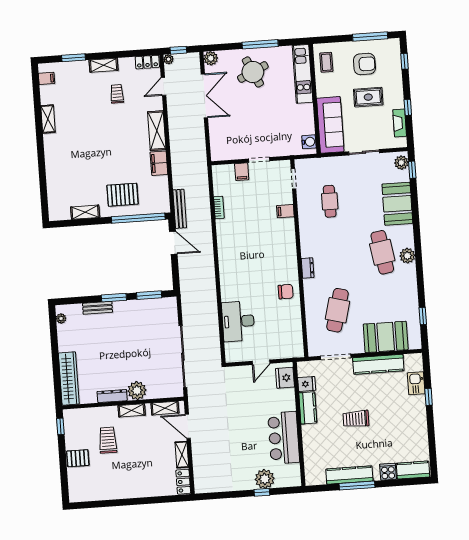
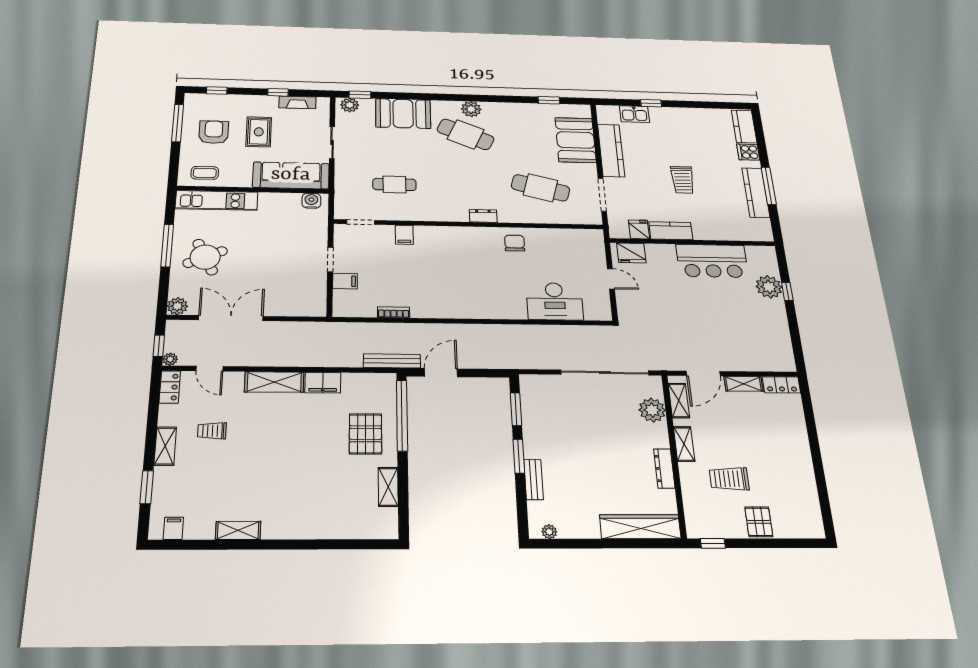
cafe table: (382, 252) -> (466, 134), turned 33
plant: (137, 391) -> (652, 410), moved

